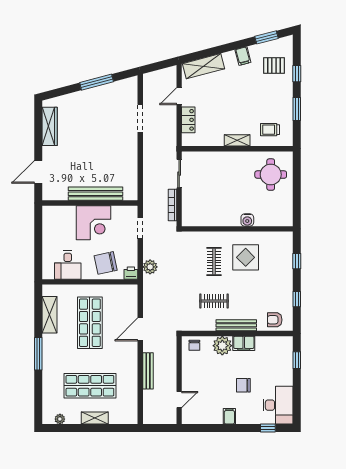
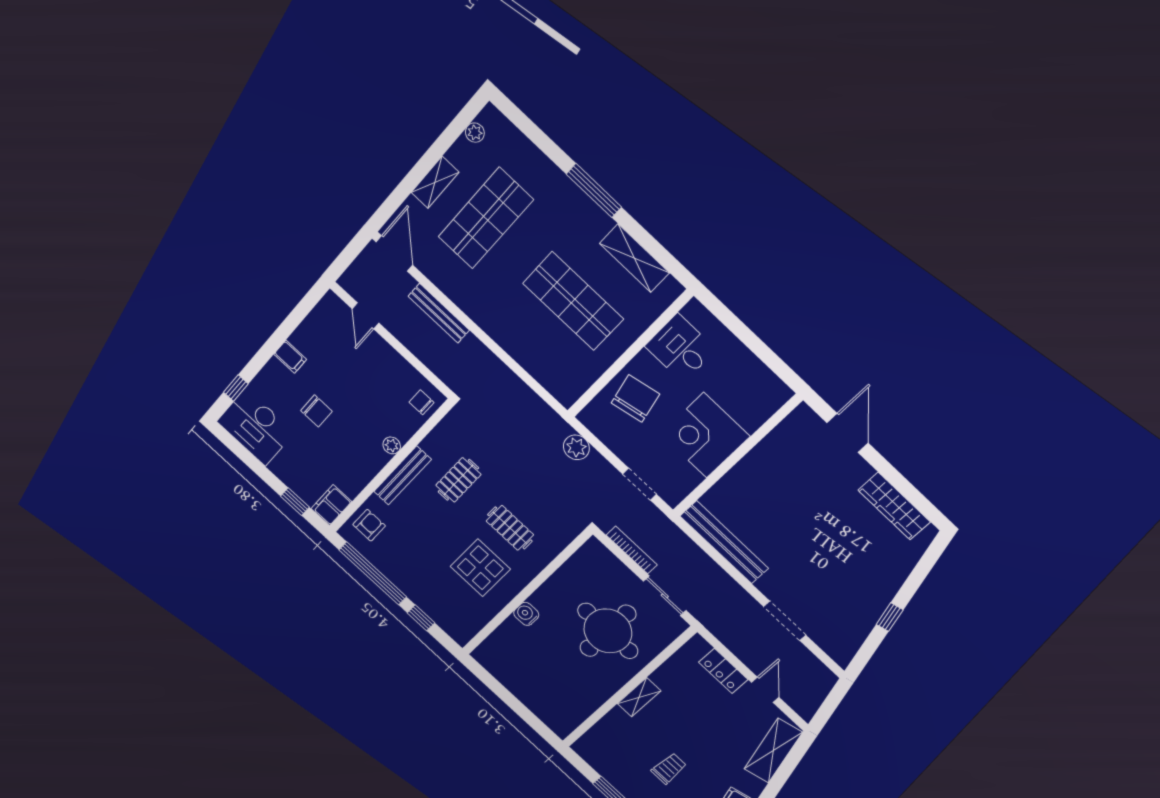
window: (97, 82) -> (890, 617), width x0.46
trolley: (270, 130) -> (669, 768), moved
round table: (271, 175) -> (608, 631), moved, width x1.36, depth x1.36
bench: (96, 194) -> (724, 542), moved, turned 90
printer: (131, 273) -> (591, 417), removed
window: (297, 299) -> (373, 573), width x3.17
door: (140, 329) -> (394, 254), moved
filing cabinet: (244, 343) -> (331, 505), moved
plant: (222, 346) -> (392, 445), width x0.53, depth x0.53
chair: (243, 385) -> (316, 411), turned 90

